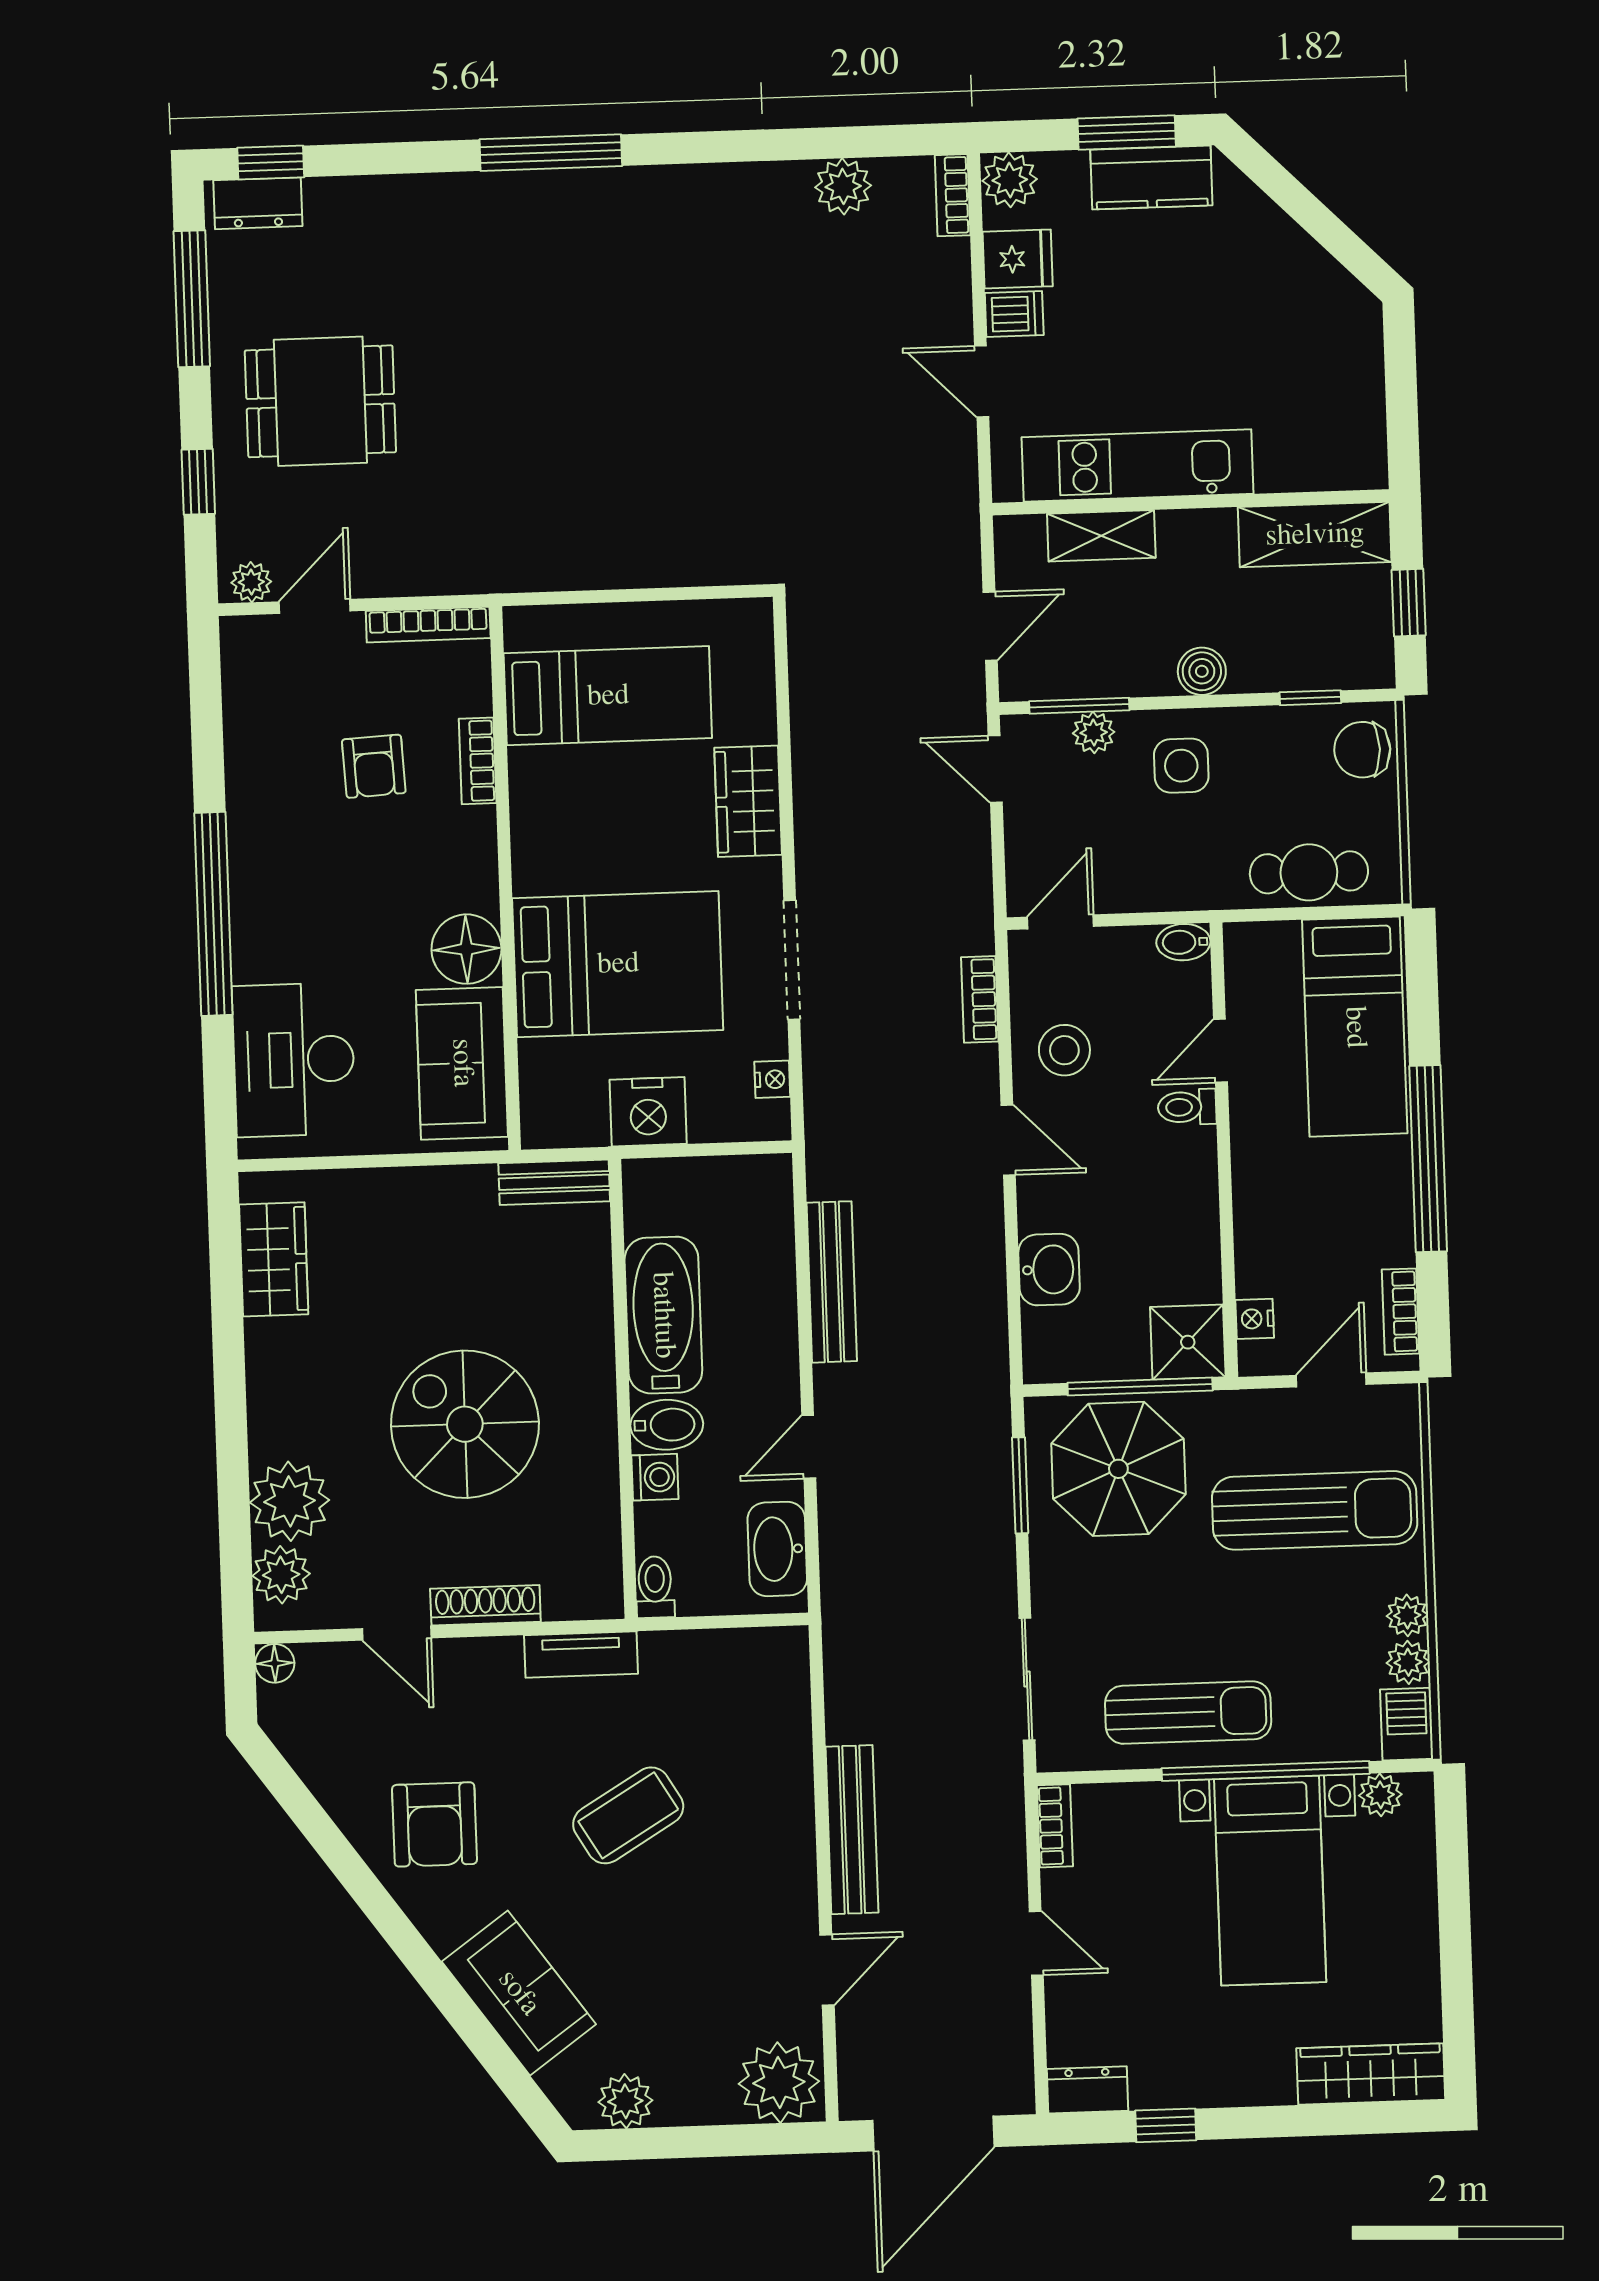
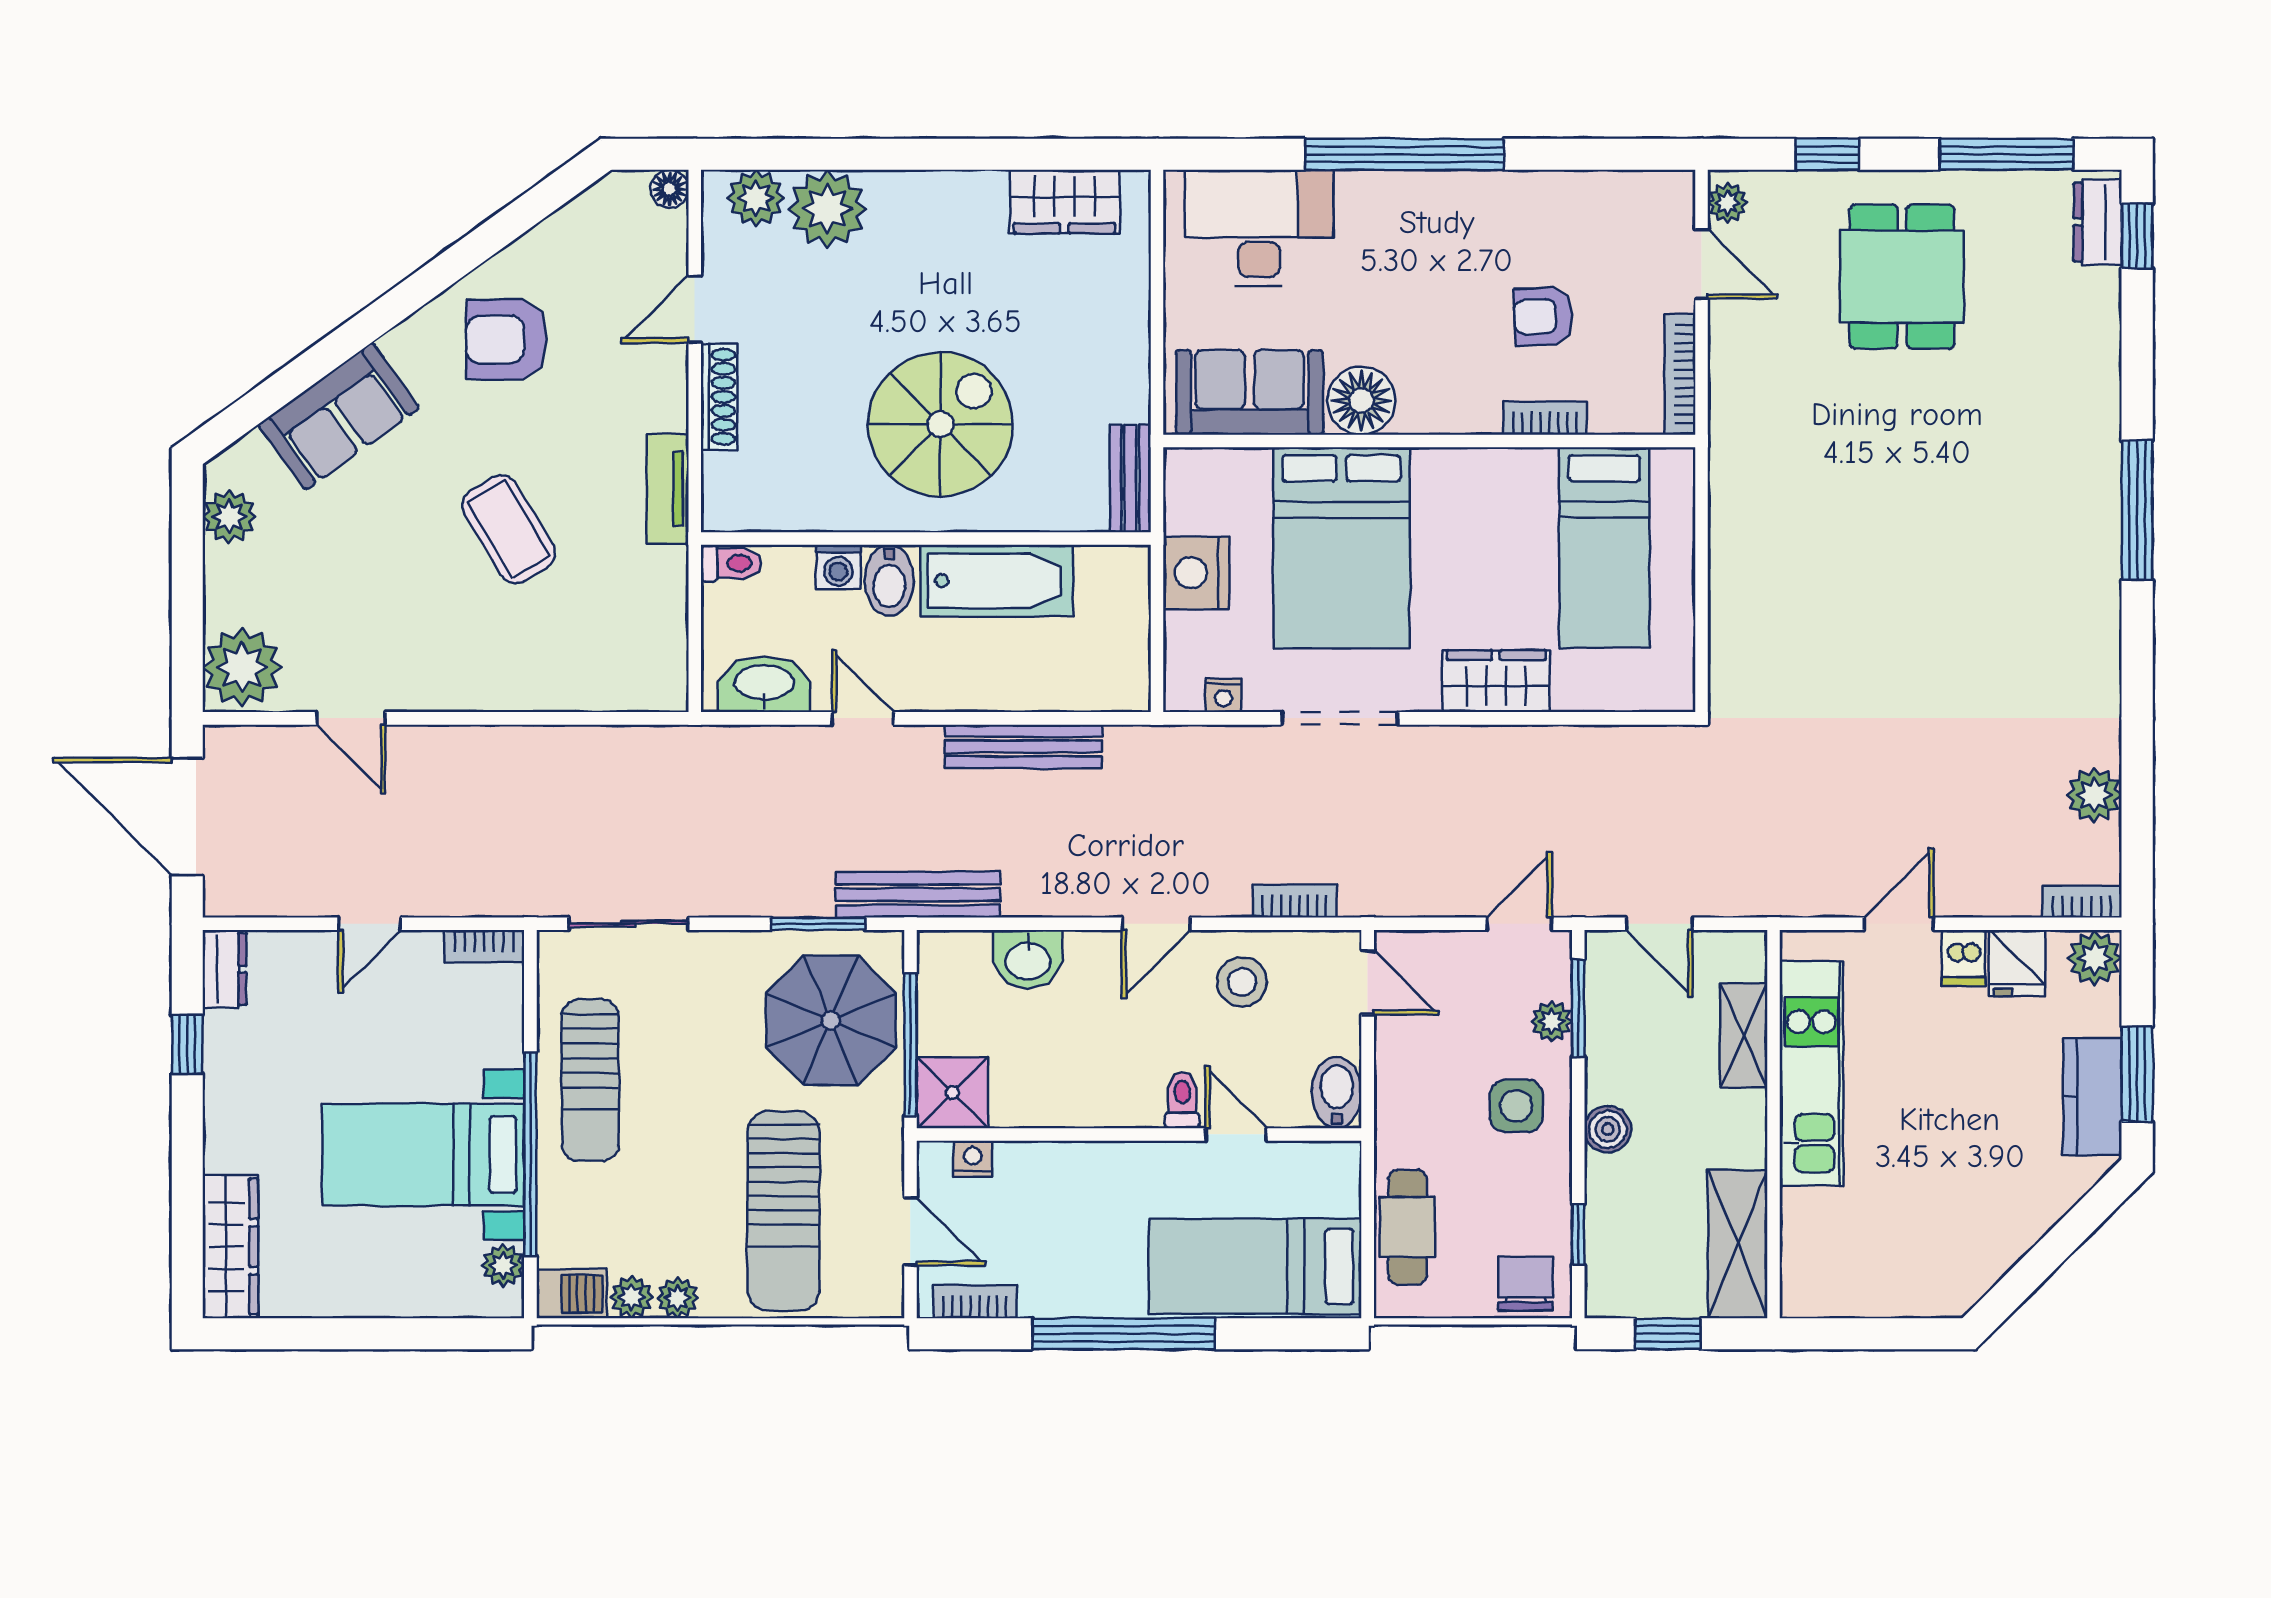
bidet: (1183, 942) -> (1337, 1092), width x1.38, depth x1.36
spiral stairs: (465, 1424) -> (940, 424), moved
bench: (852, 1830) -> (918, 895), moved

